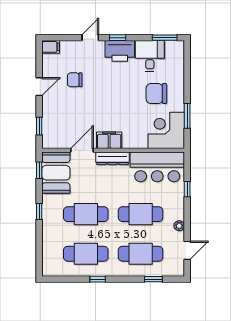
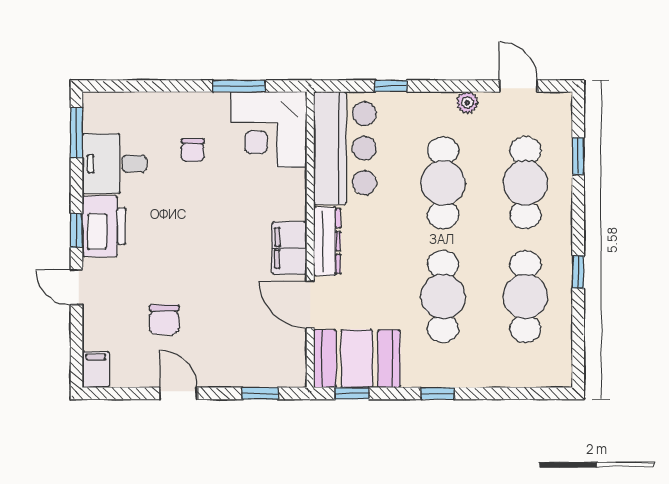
chair: (156, 94) -> (193, 150), width x0.54, depth x0.54

